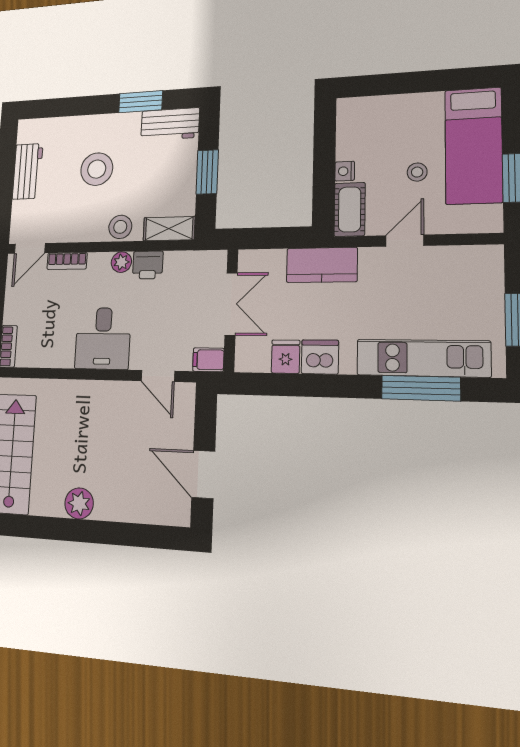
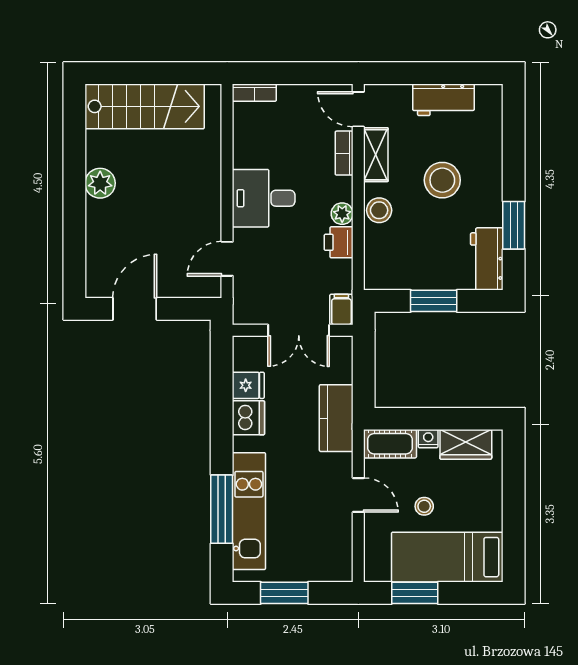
wardrobe: (351, 134) -> (466, 444), added
shelving: (169, 229) -> (376, 155), moved
filing cabinet: (208, 360) -> (341, 310), moved

